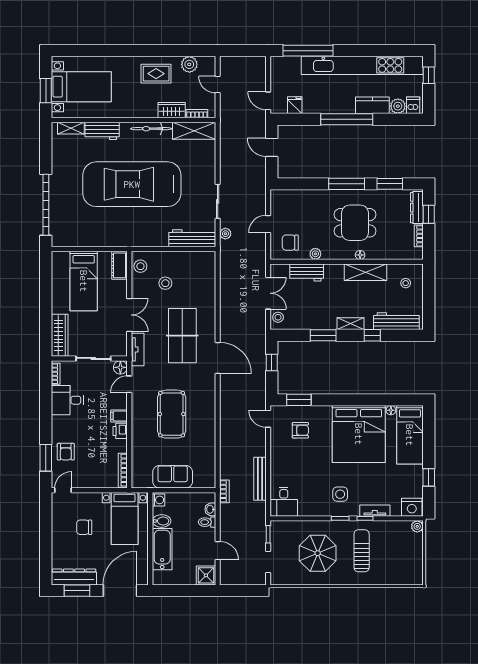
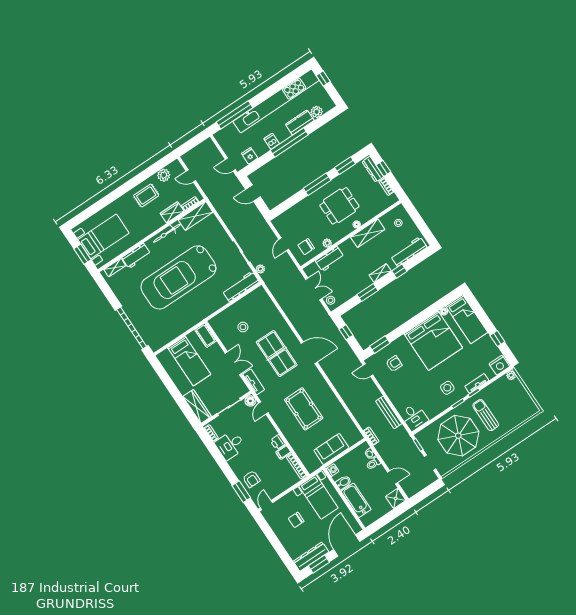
dishwasher: (413, 105) -> (272, 141), moved
stool: (140, 266) -> (219, 327), removed
filing cabinet: (119, 416) -> (283, 452), moved
parasol: (318, 553) -> (458, 436), width x1.36, depth x1.36

